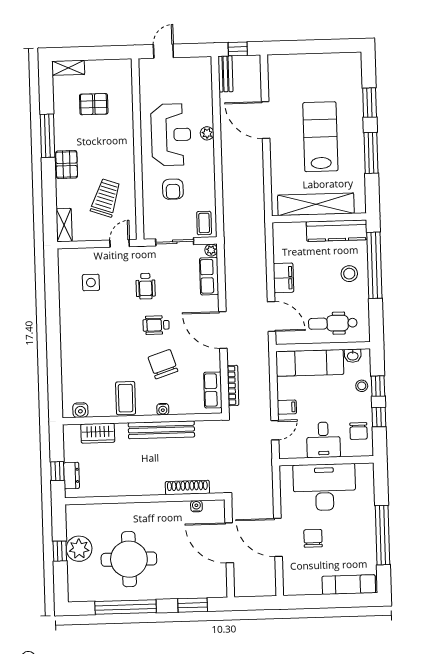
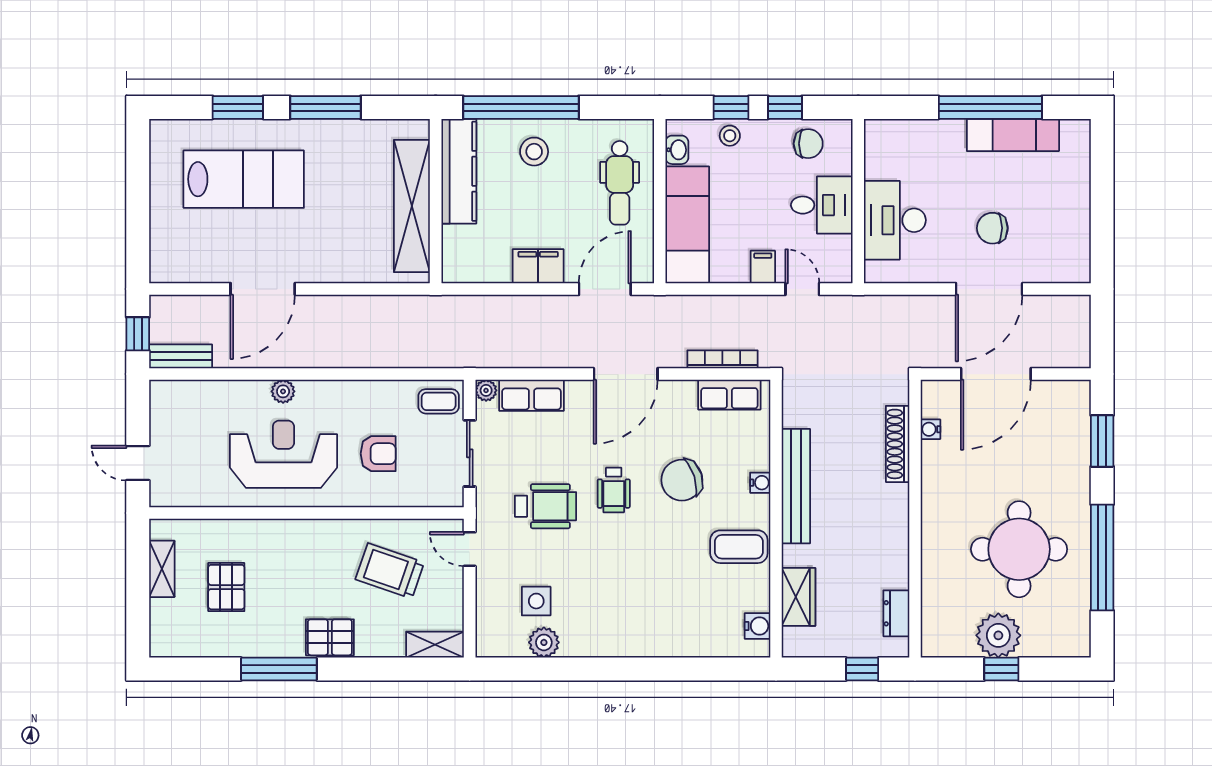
shelving: (68, 68) -> (162, 569), moved
lab bench: (320, 137) -> (244, 179), moved, turned 180
wheelchair: (146, 286) -> (545, 506), width x1.36, depth x1.37
plant: (67, 288) -> (544, 642), added
dresser: (72, 476) -> (896, 613), moved, turned -90
desk: (324, 487) -> (895, 220), width x0.73, depth x0.77
exam couch: (349, 585) -> (1013, 135), moved, turned -90

